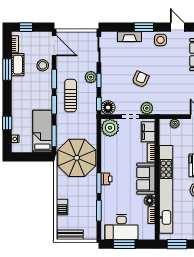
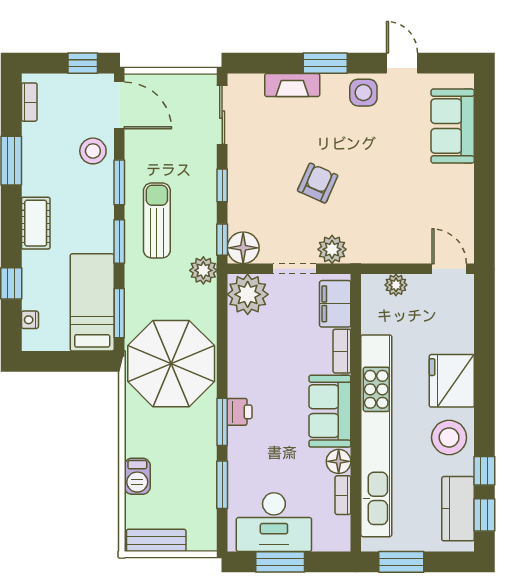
window: (26, 27) -> (83, 63), moved
cot: (18, 65) -> (36, 223), moved
plant: (91, 77) -> (203, 270), moved

